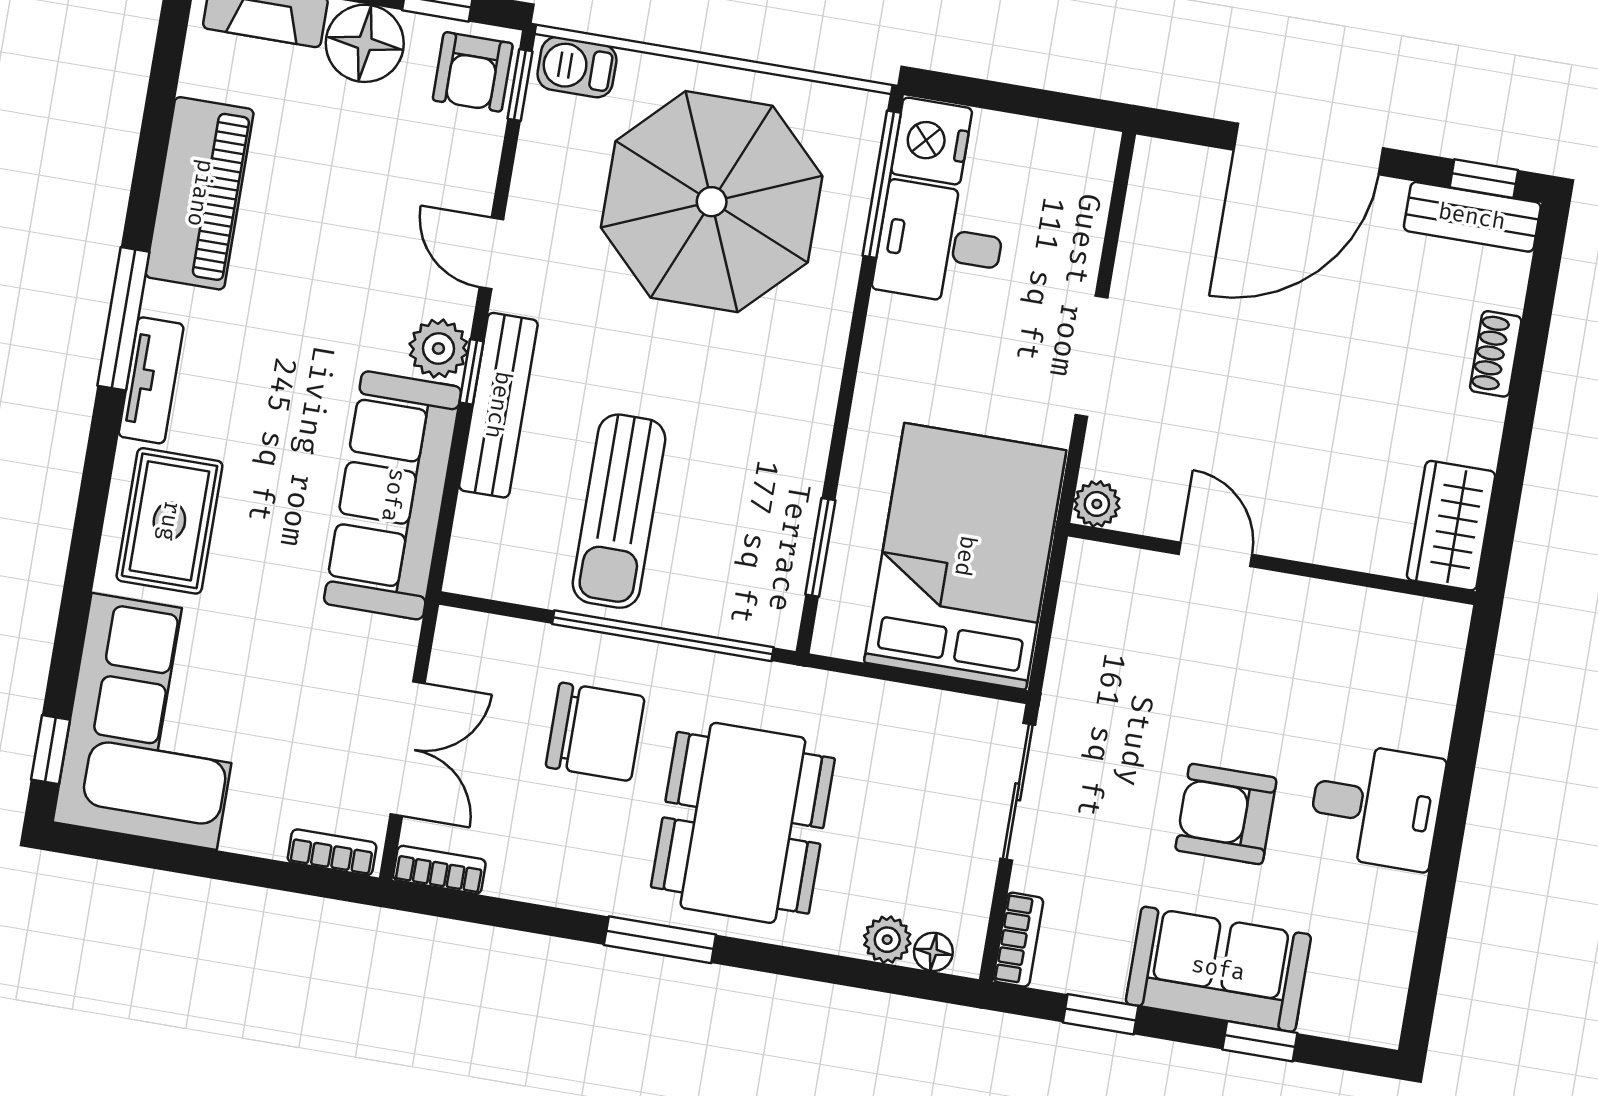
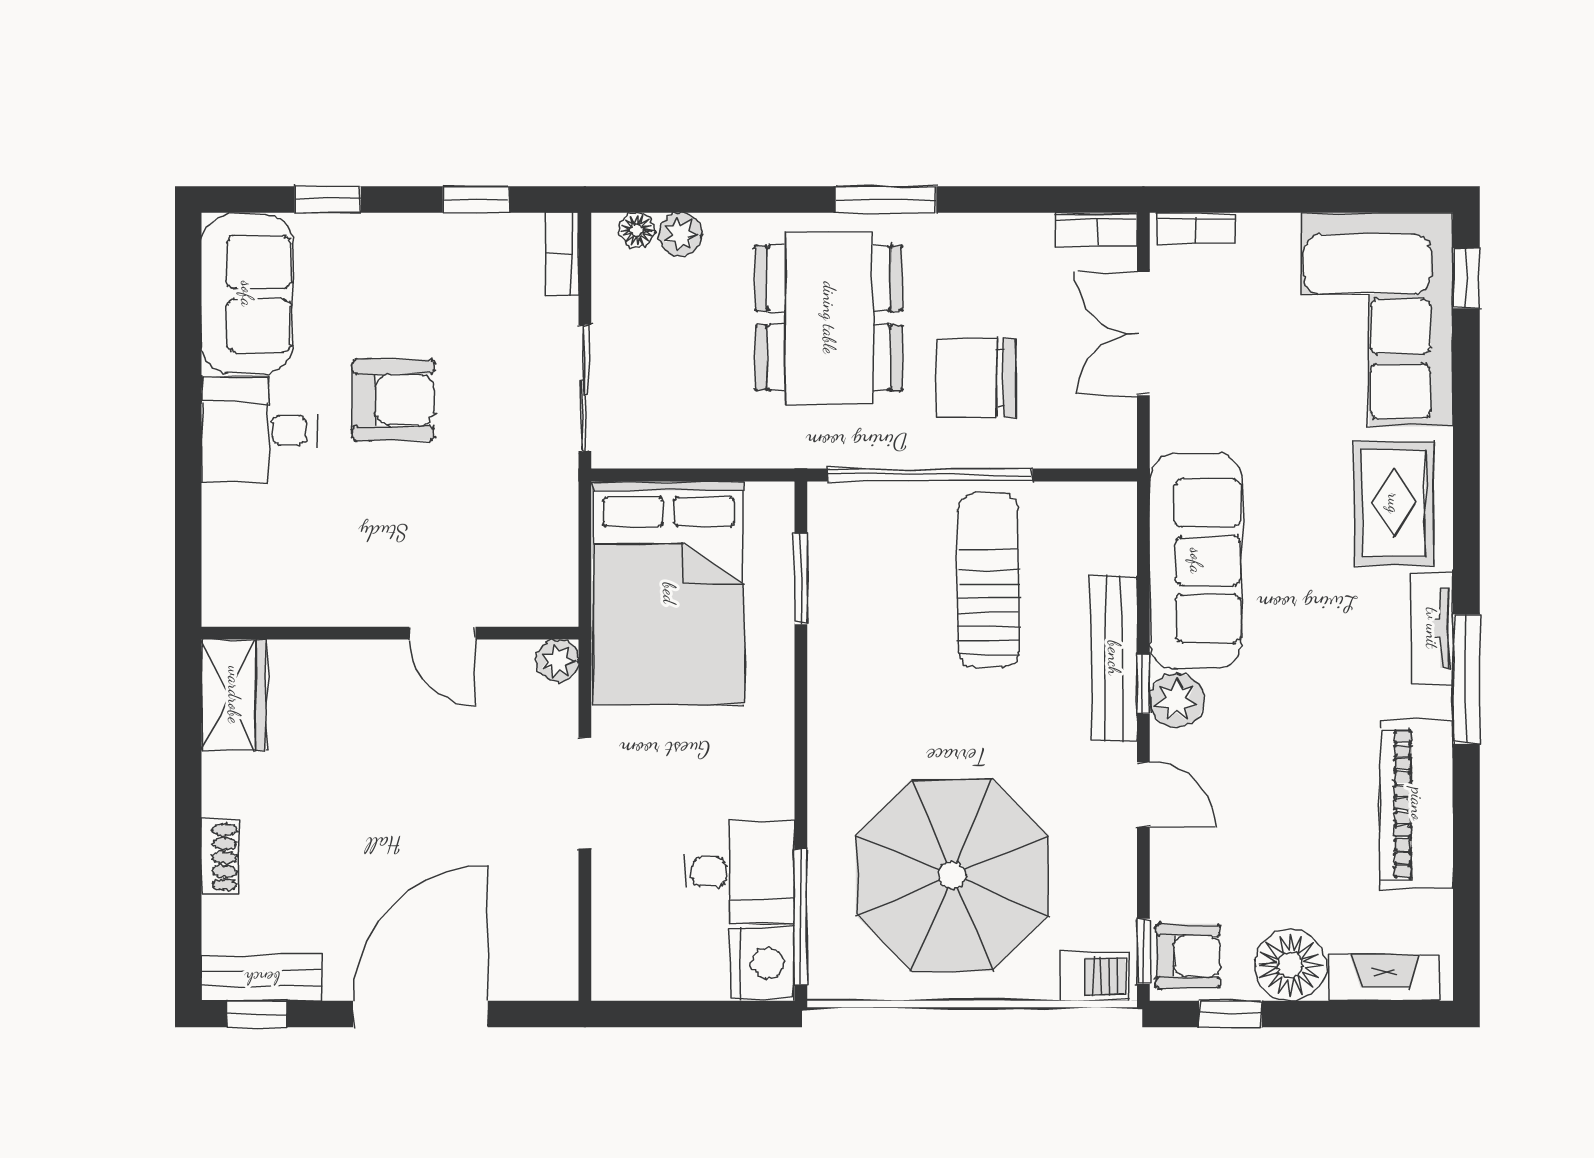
armchair: (473, 72) -> (1188, 956), turned 90
sofa: (1218, 969) -> (247, 294), moved, turned -90

